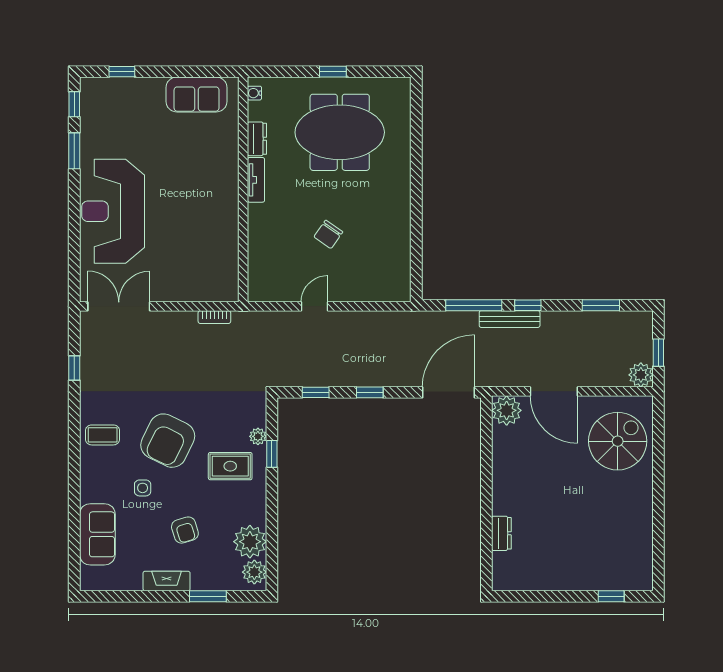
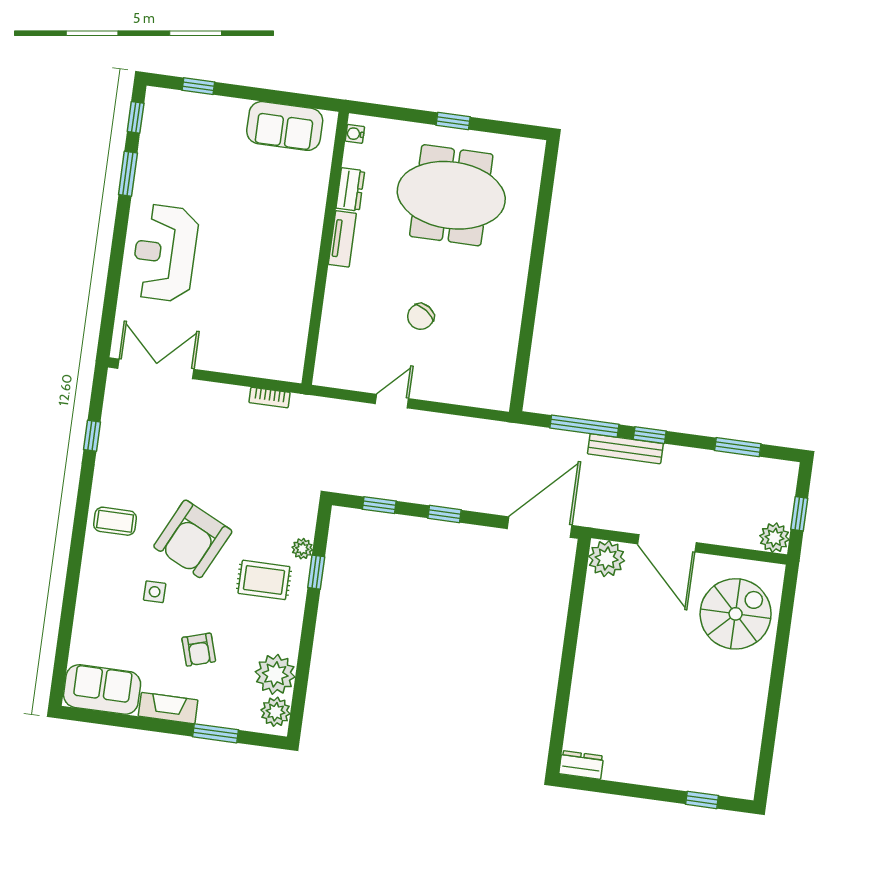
reception desk: (113, 211) -> (165, 253), width x0.74, depth x0.77
dresser: (501, 533) -> (581, 765), moved, turned -90
sofa: (97, 534) -> (102, 689), moved, turned -90

